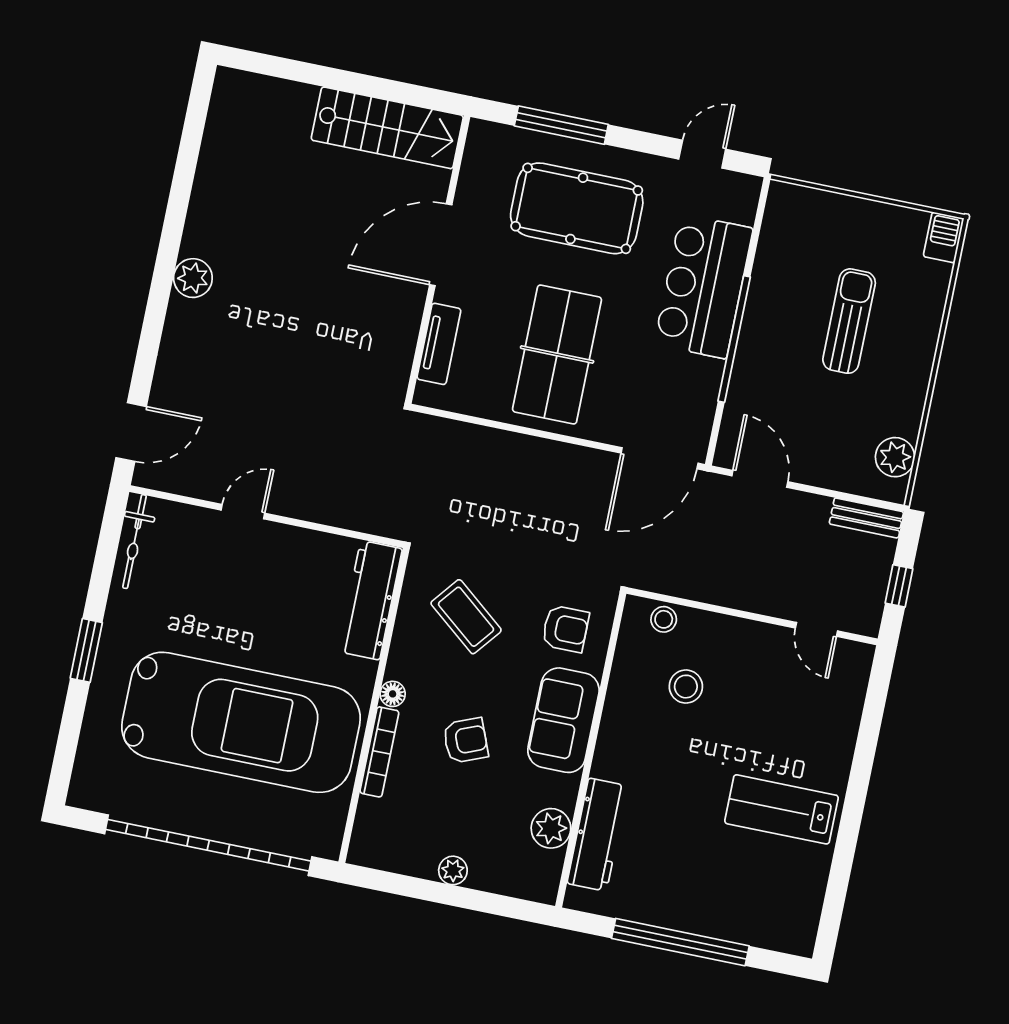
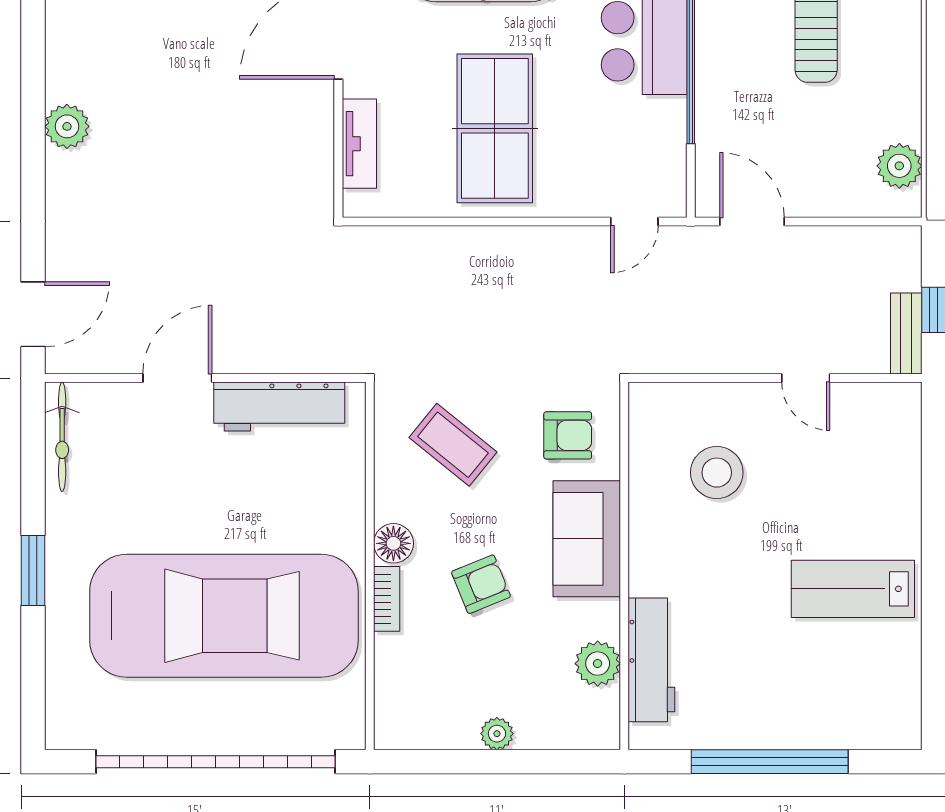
door: (660, 458) -> (634, 221), width x0.53
door: (243, 512) -> (177, 378), width x1.38
bench: (866, 518) -> (906, 333), moved, turned 90
workbench: (370, 600) -> (279, 407), moved, turned -90
stool: (664, 619) -> (676, 402), removed
door: (817, 629) -> (806, 378), moved
stool: (686, 687) -> (717, 473), width x1.38, depth x1.38
floor lamp: (393, 694) -> (393, 543), width x1.37, depth x1.37
bookcase: (379, 752) -> (387, 599), width x0.64

